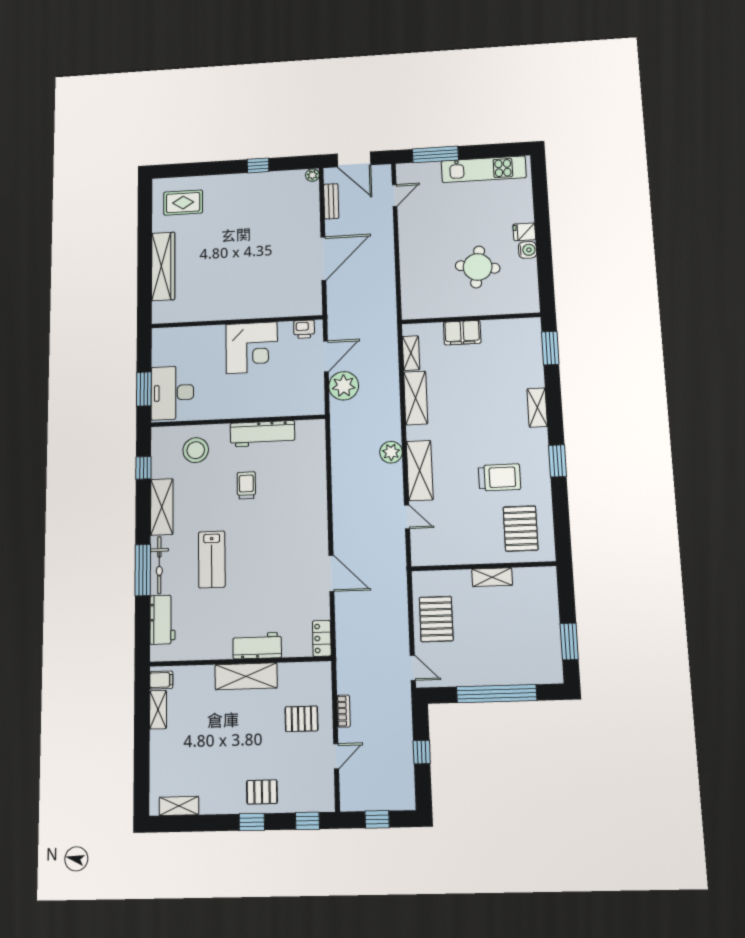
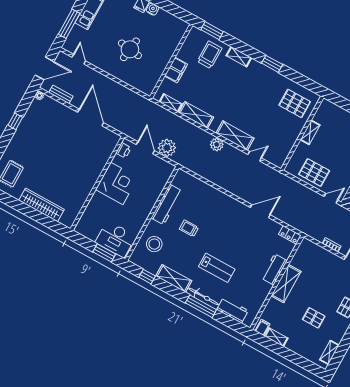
round table: (478, 267) -> (130, 49), moved
trolley: (499, 477) -> (210, 55), moved
pallet: (301, 719) -> (314, 318), moved, turned 90

